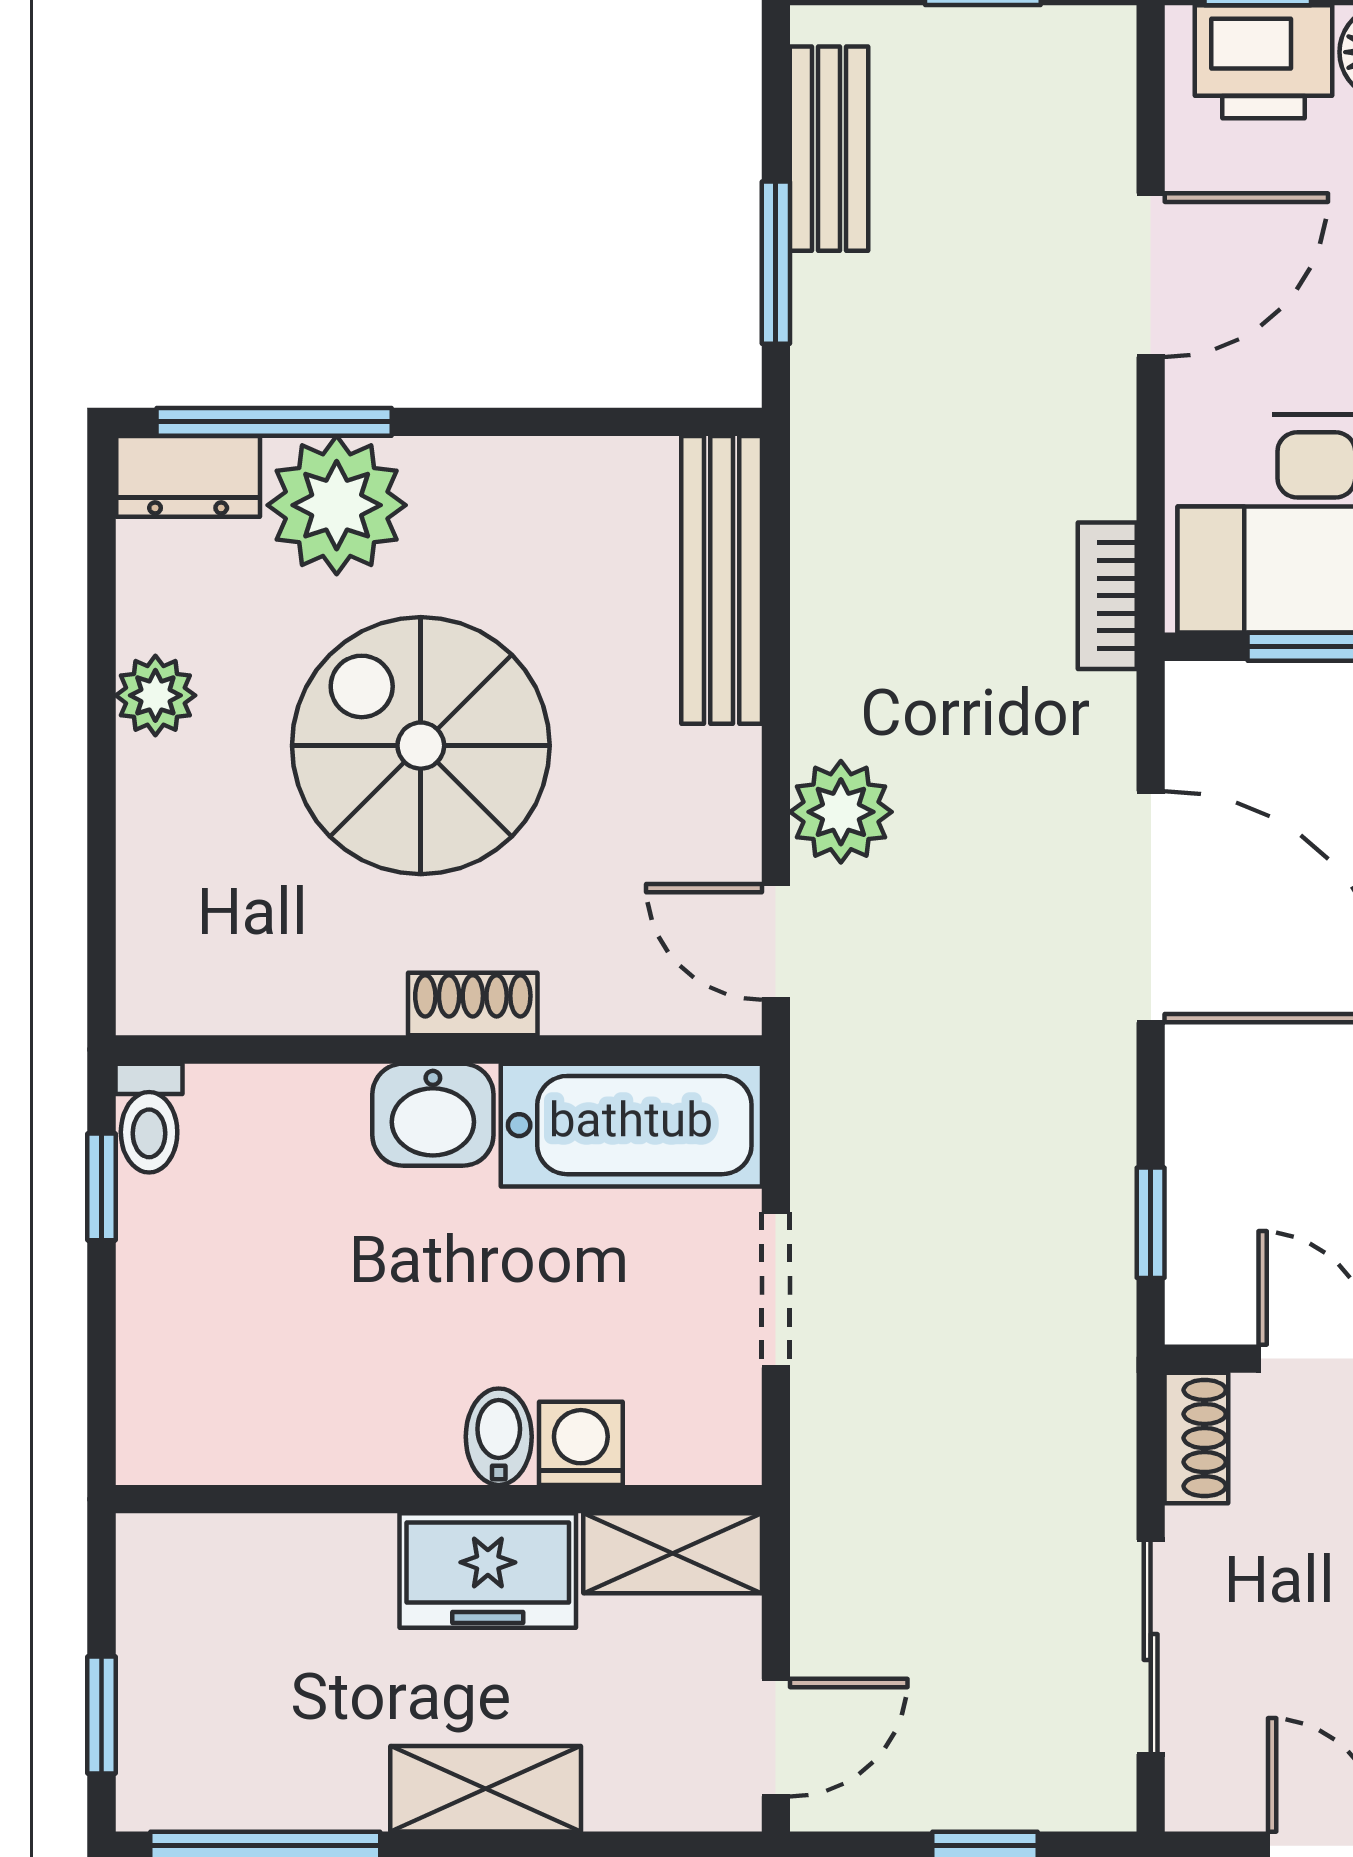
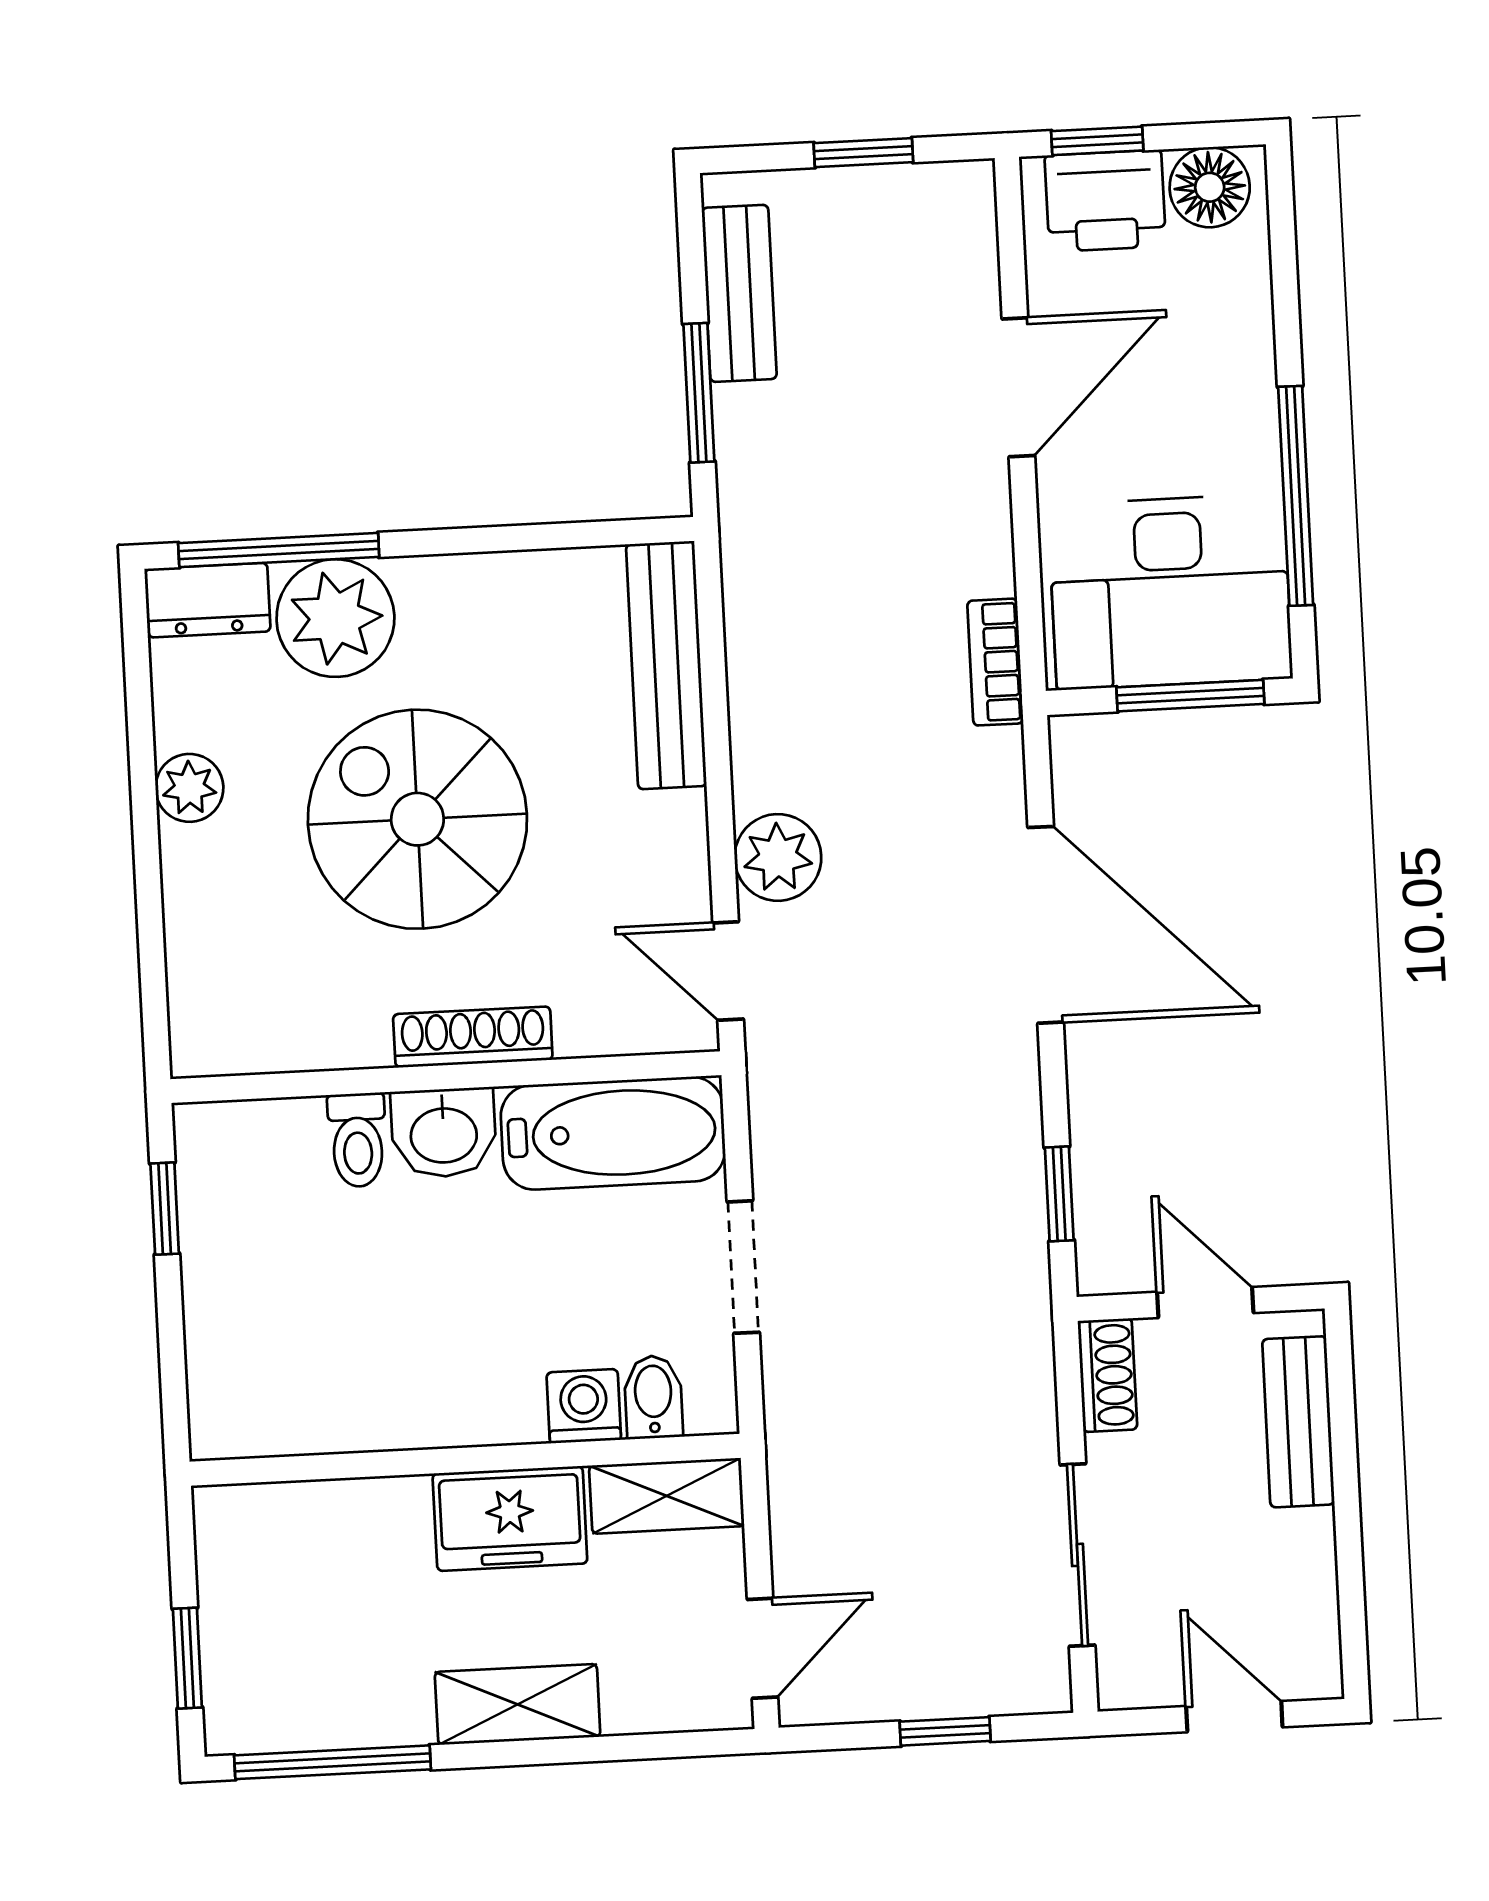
shoe rack: (473, 1004) -> (473, 1037), width x1.43
toilet: (149, 1118) -> (357, 1140), moved
bidet: (499, 1437) -> (653, 1397), moved

